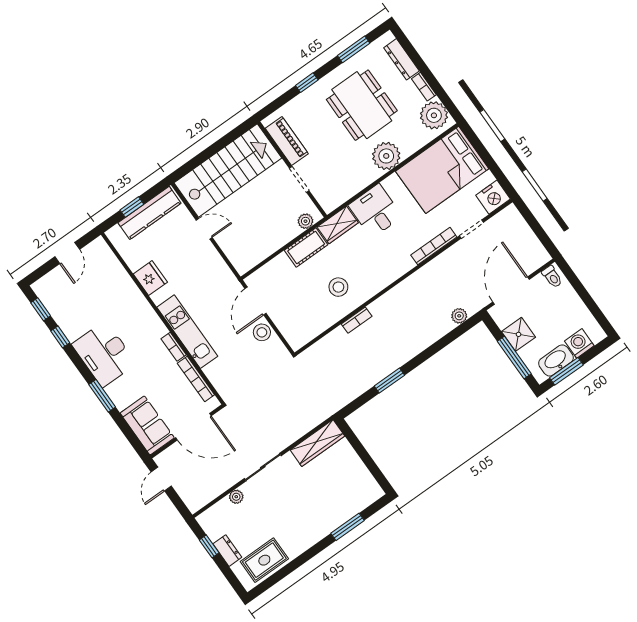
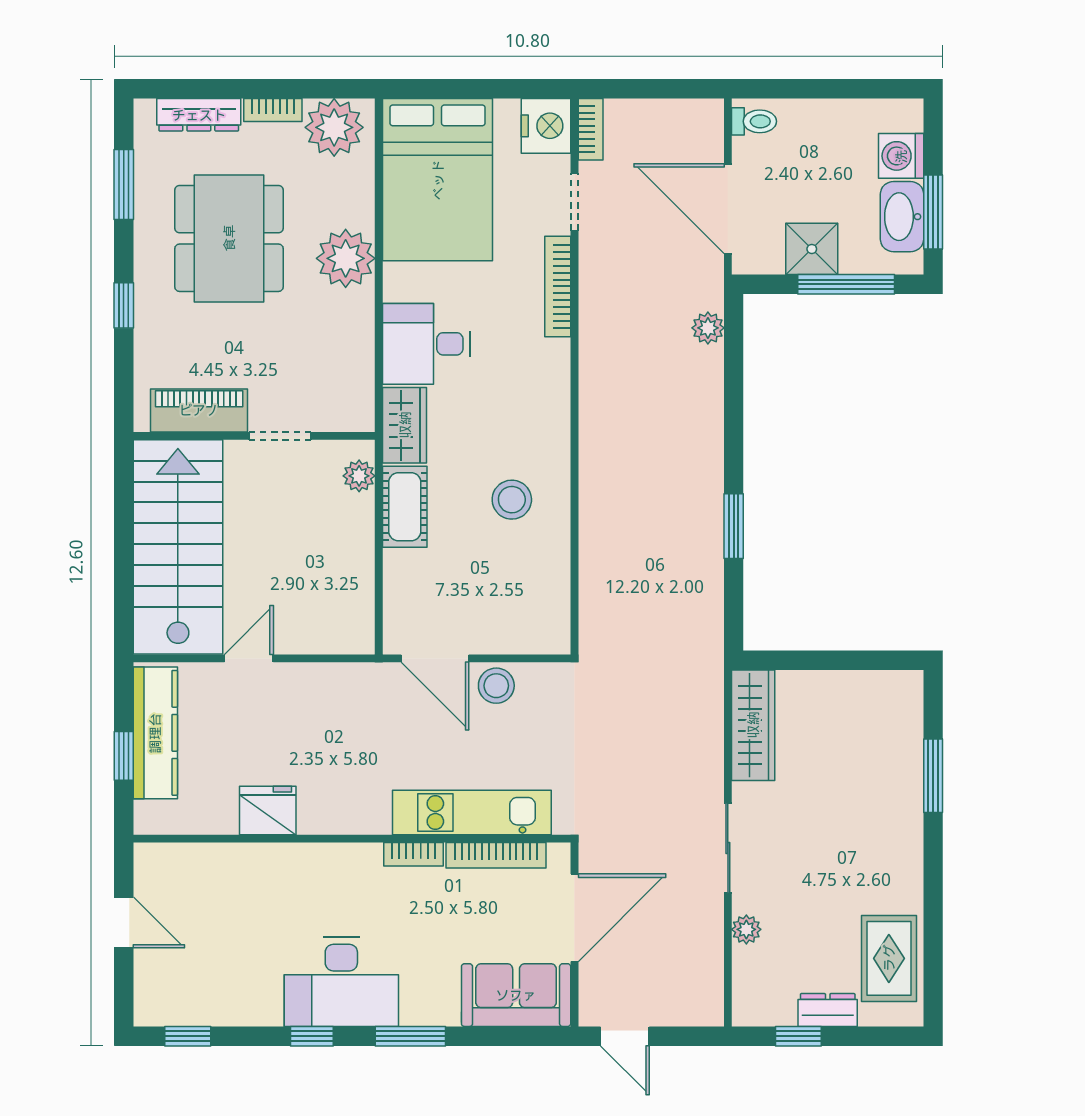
dining table: (362, 105) -> (229, 238), turned 90
bookcase: (357, 320) -> (591, 129), moved
kitchen unit: (187, 332) -> (472, 812), moved
window: (60, 337) -> (312, 1036), moved

